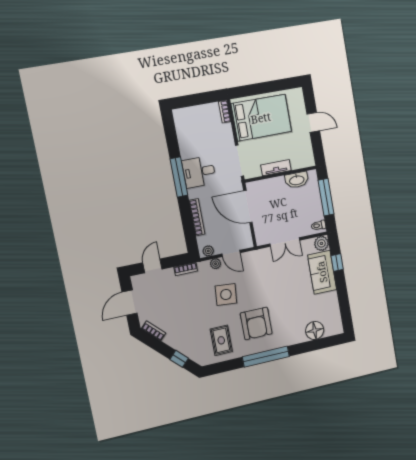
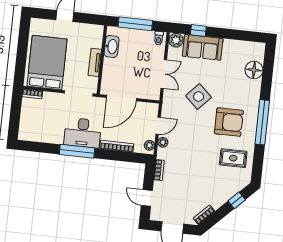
desk: (199, 172) -> (83, 133), width x1.37
side table: (226, 295) -> (199, 97), moved, turned 38

